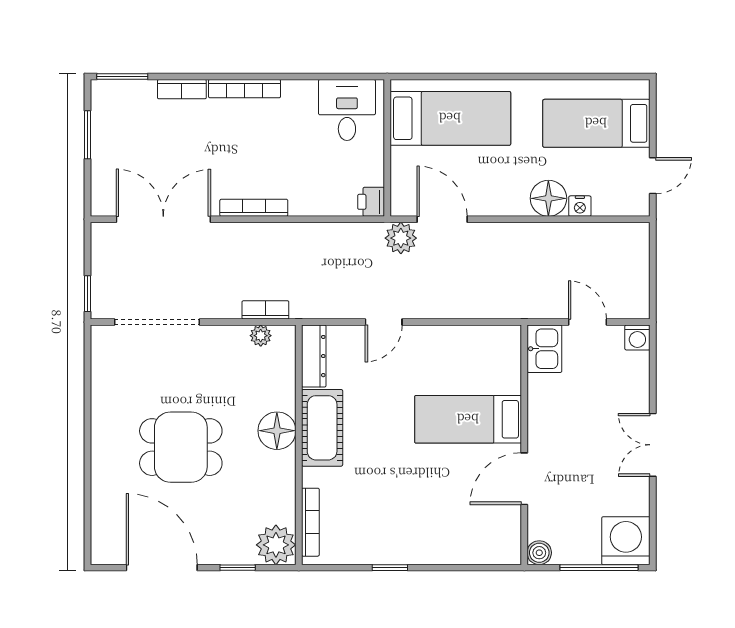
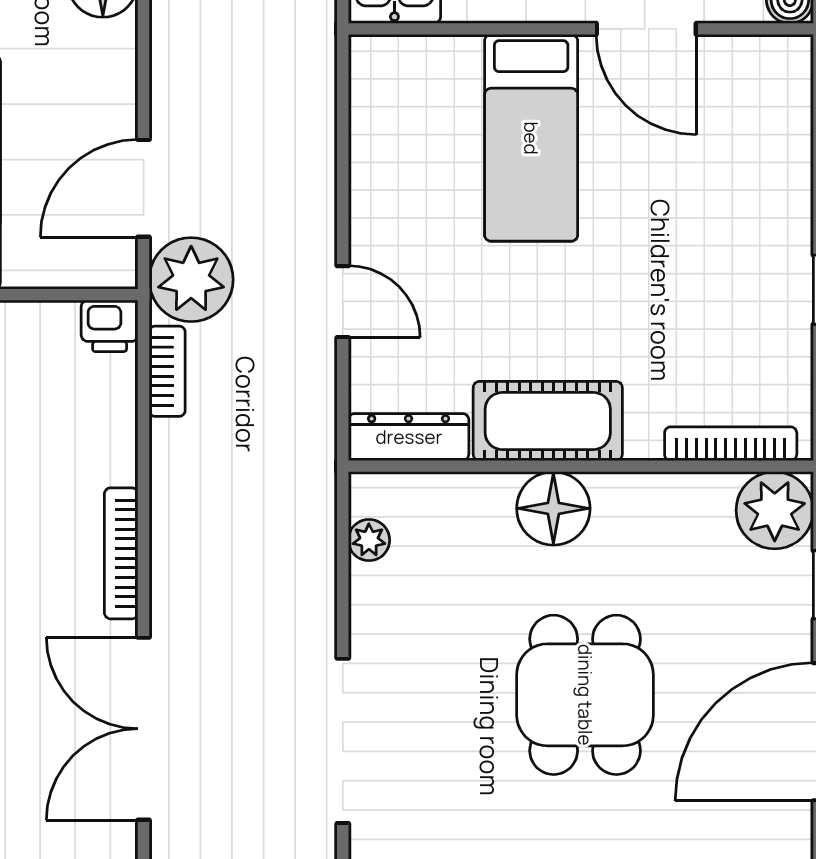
plant: (401, 238) -> (191, 280), width x1.36, depth x1.36
bookcase: (265, 310) -> (167, 371), moved, turned 180

